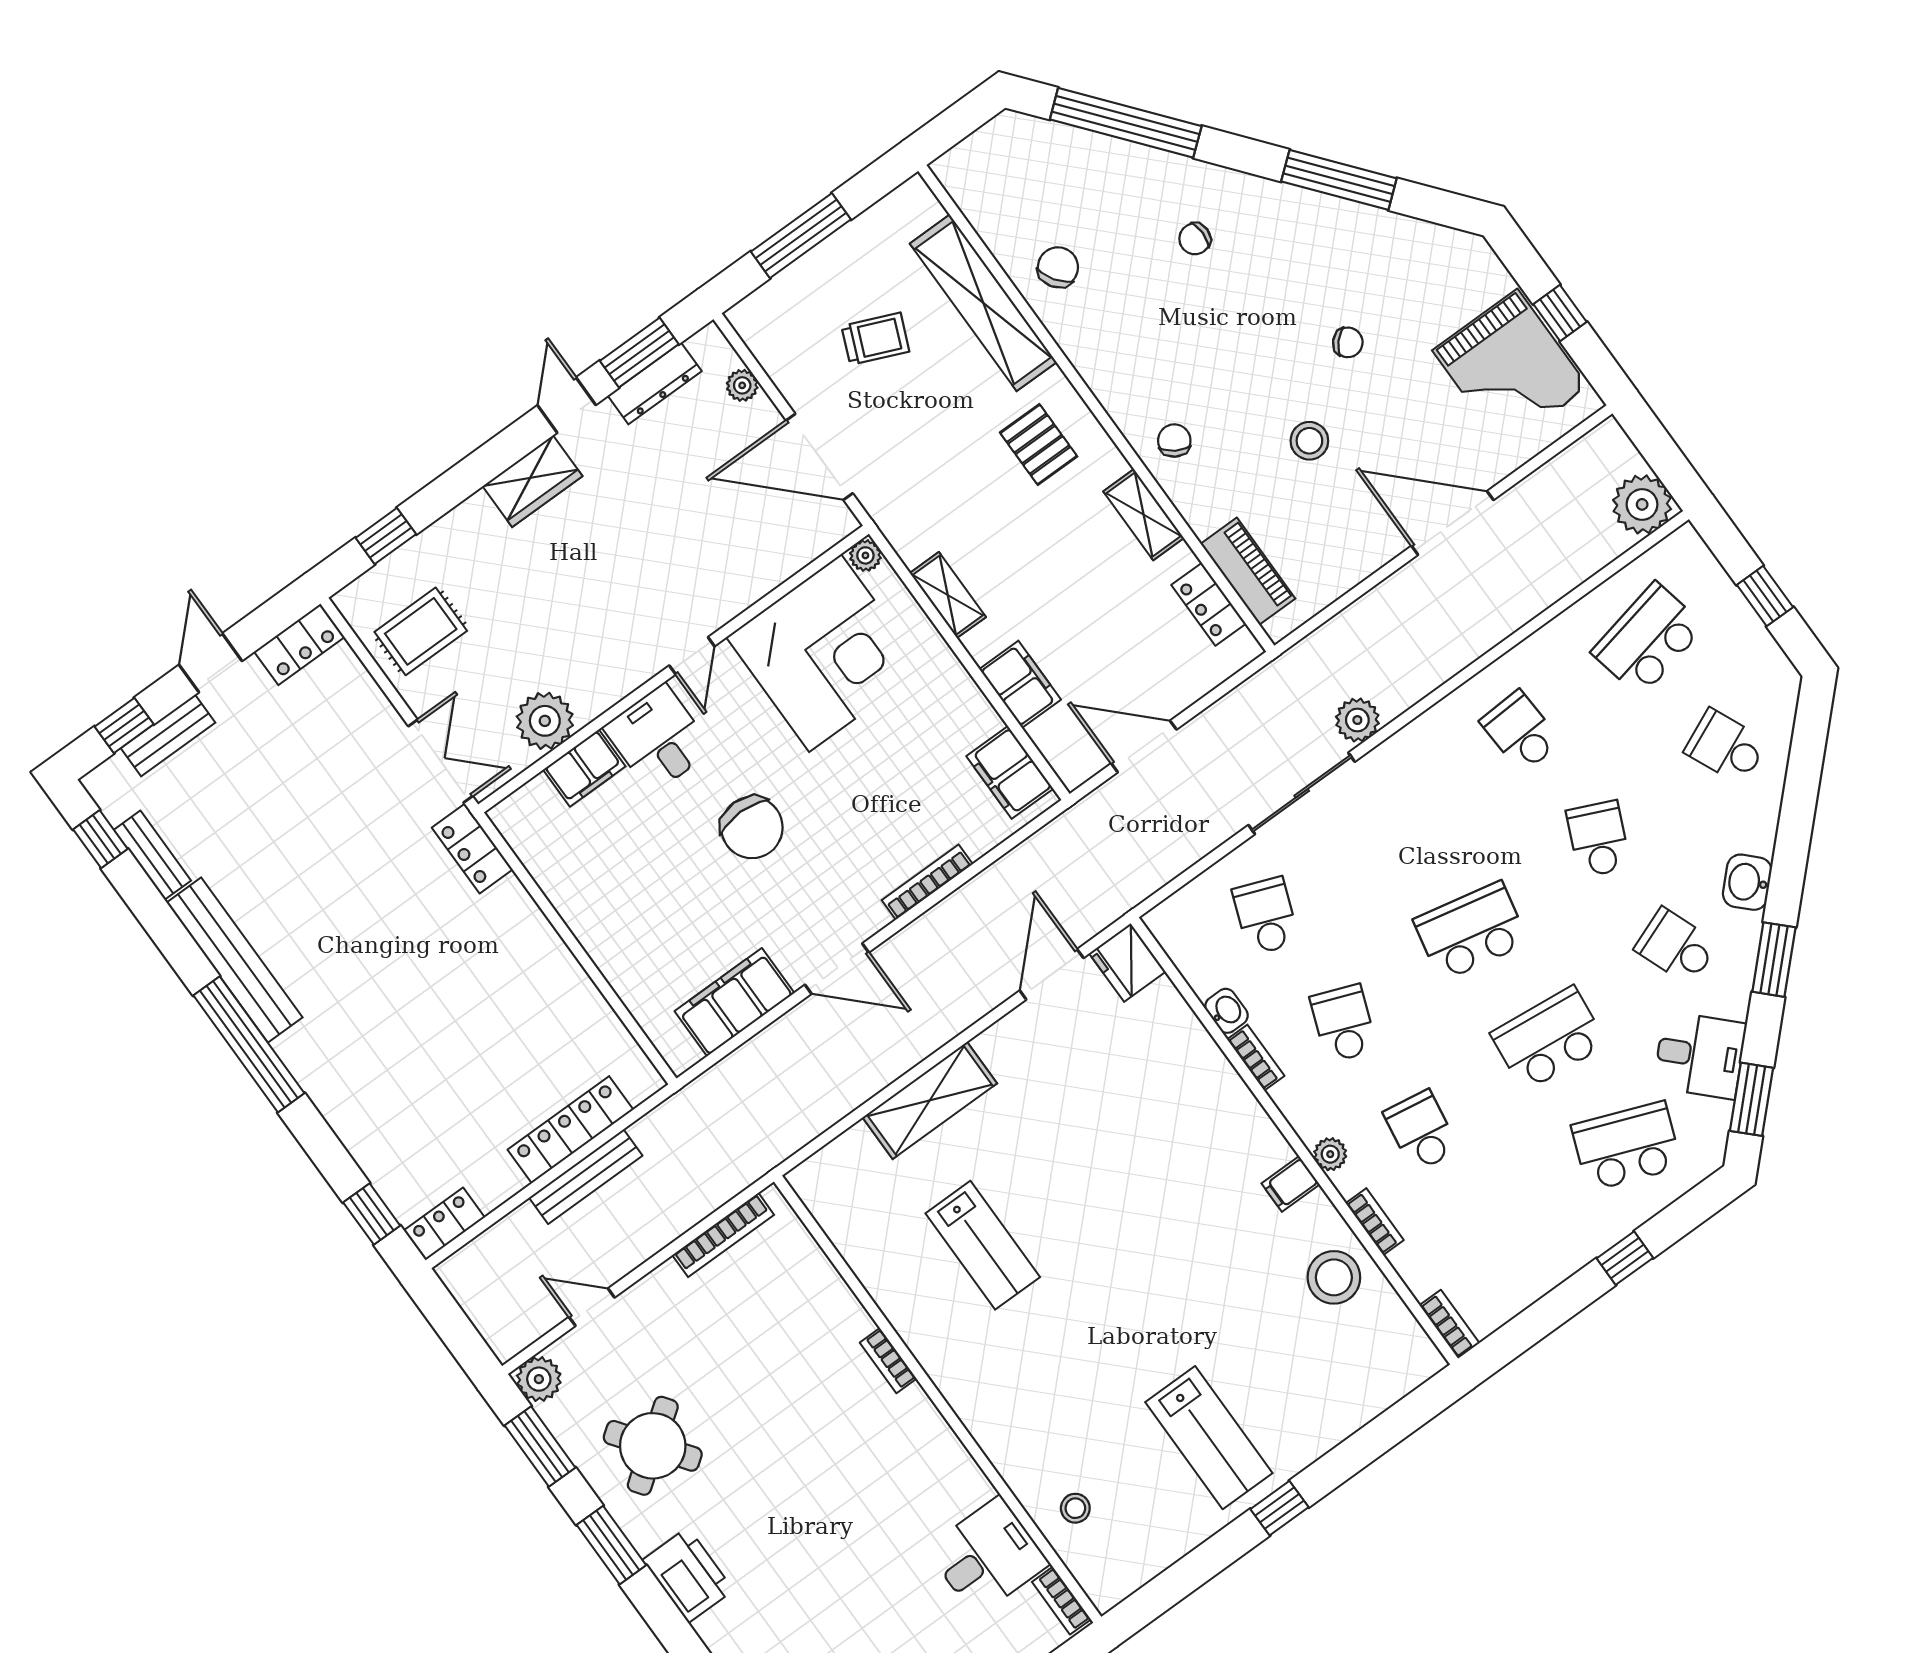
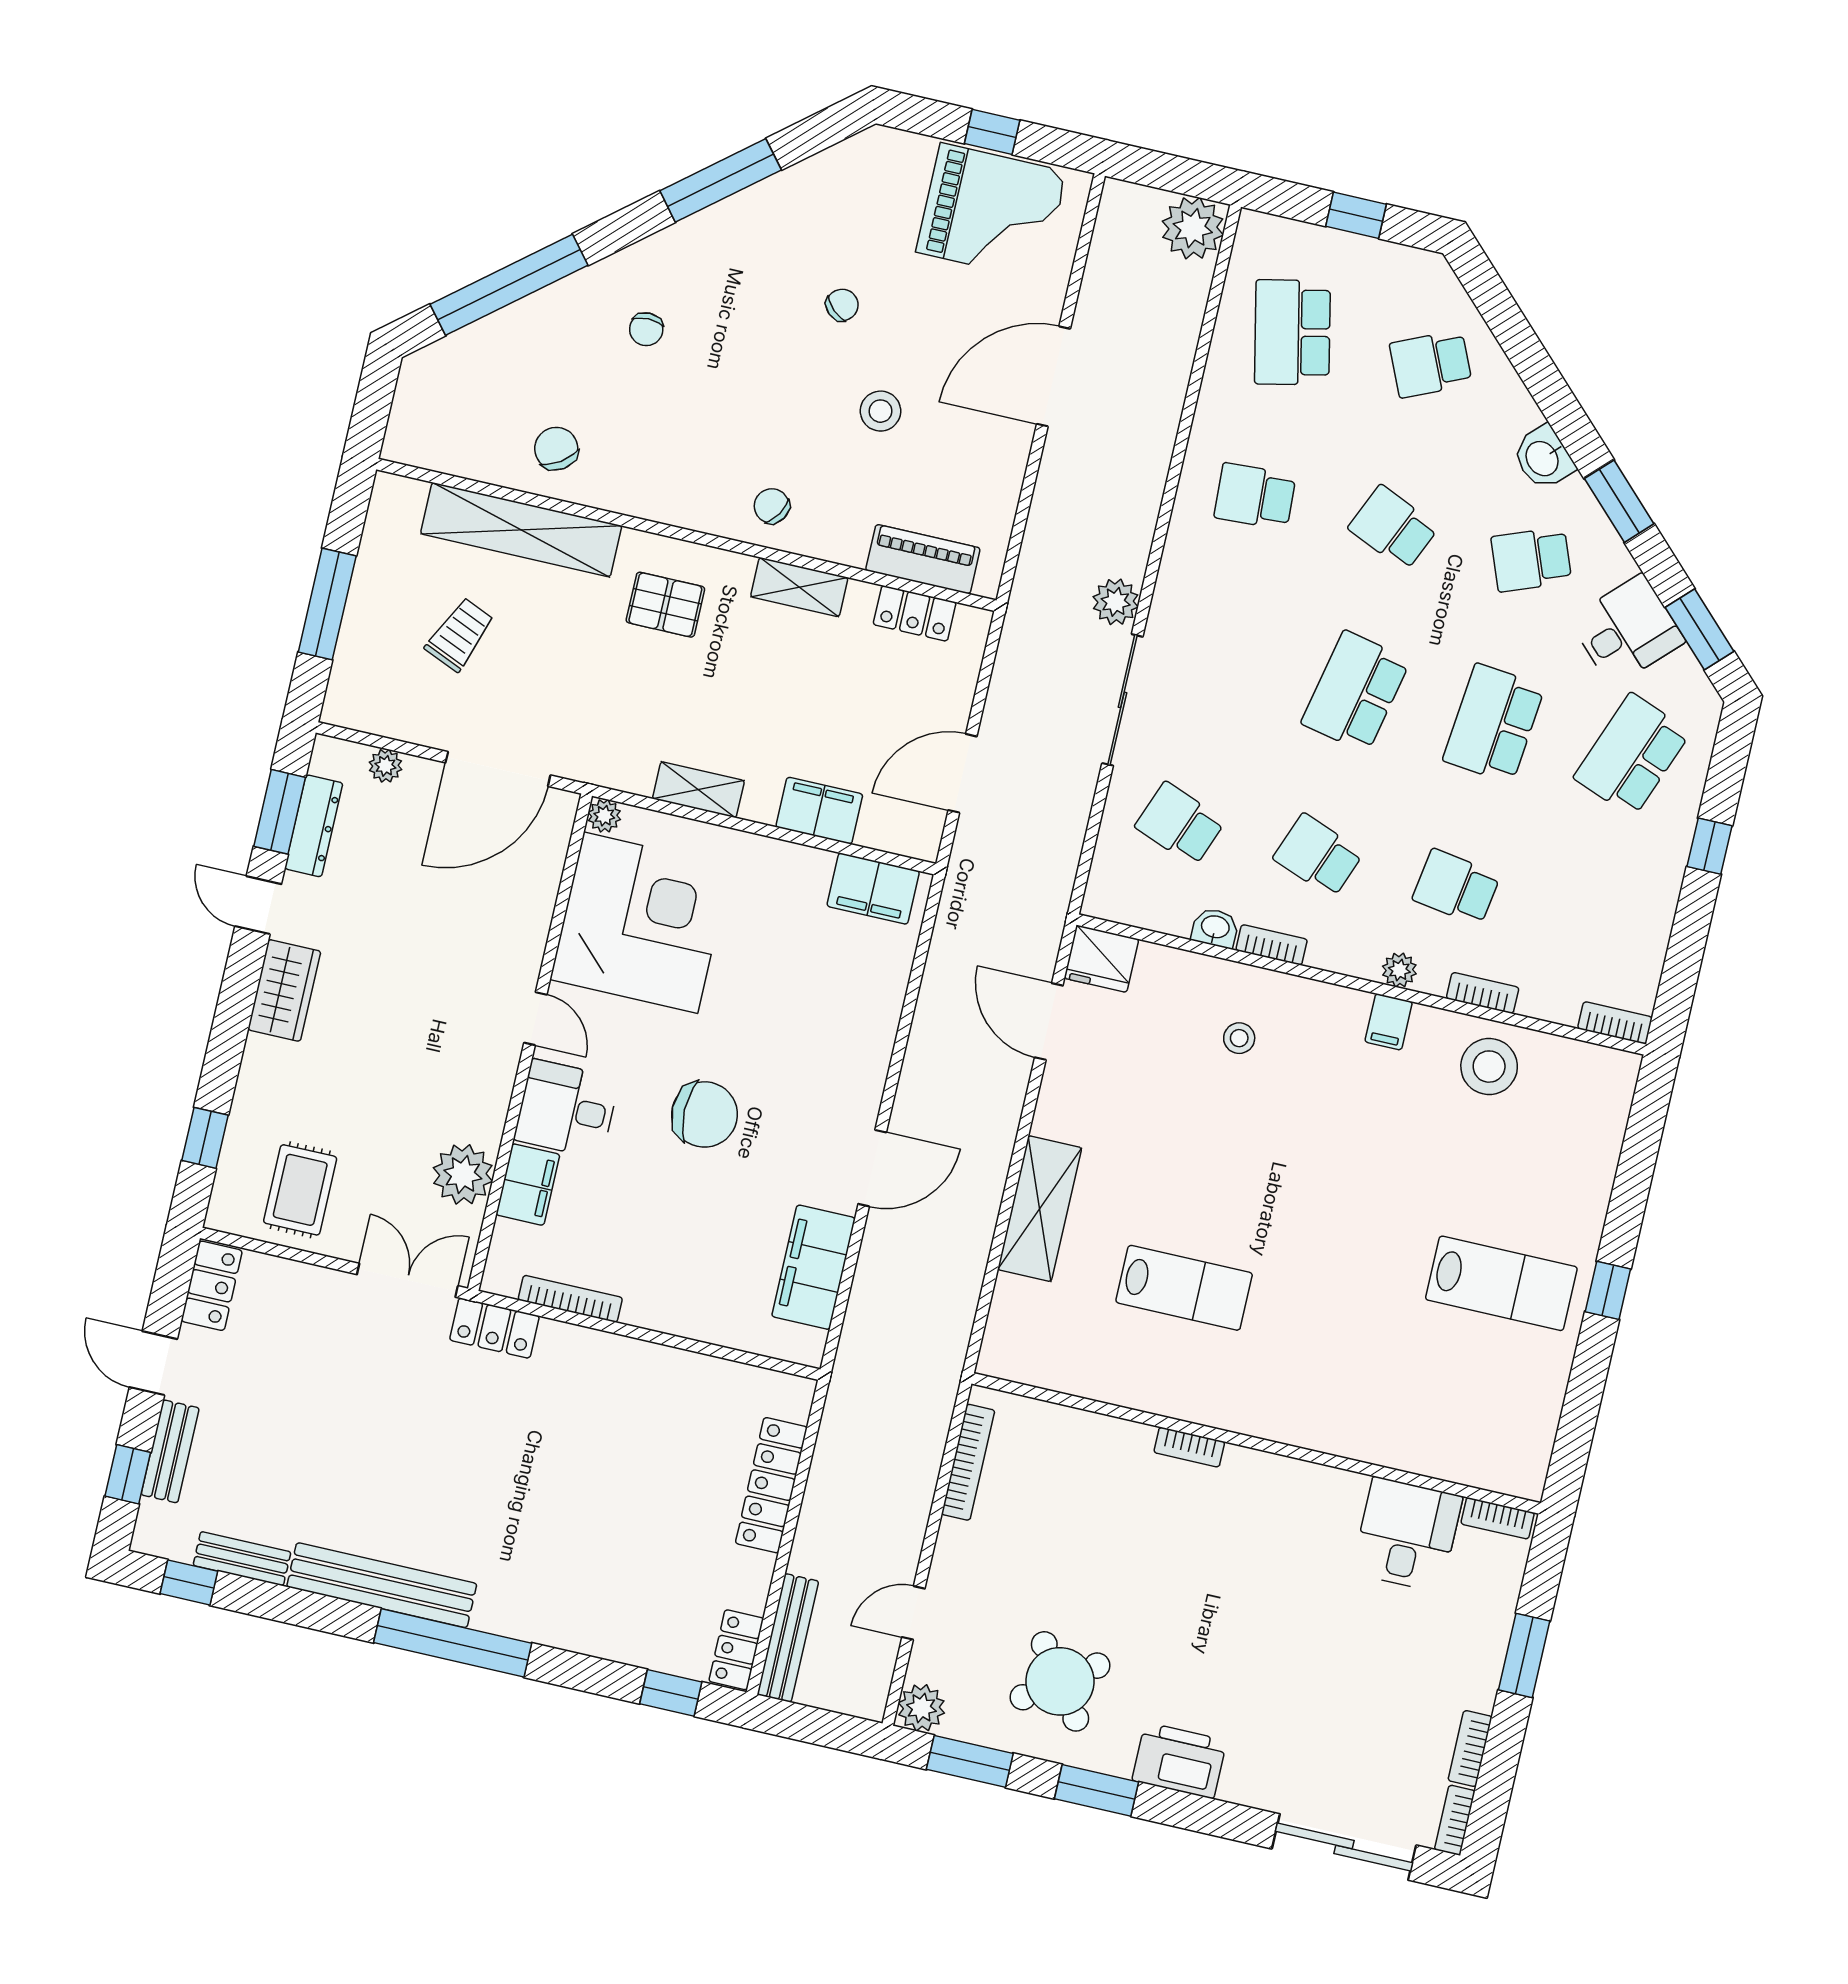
bookcase: (927, 882) -> (570, 1299), moved, turned 90
bench: (586, 1177) -> (788, 1638), moved
stool: (1075, 1508) -> (1239, 1038), moved

